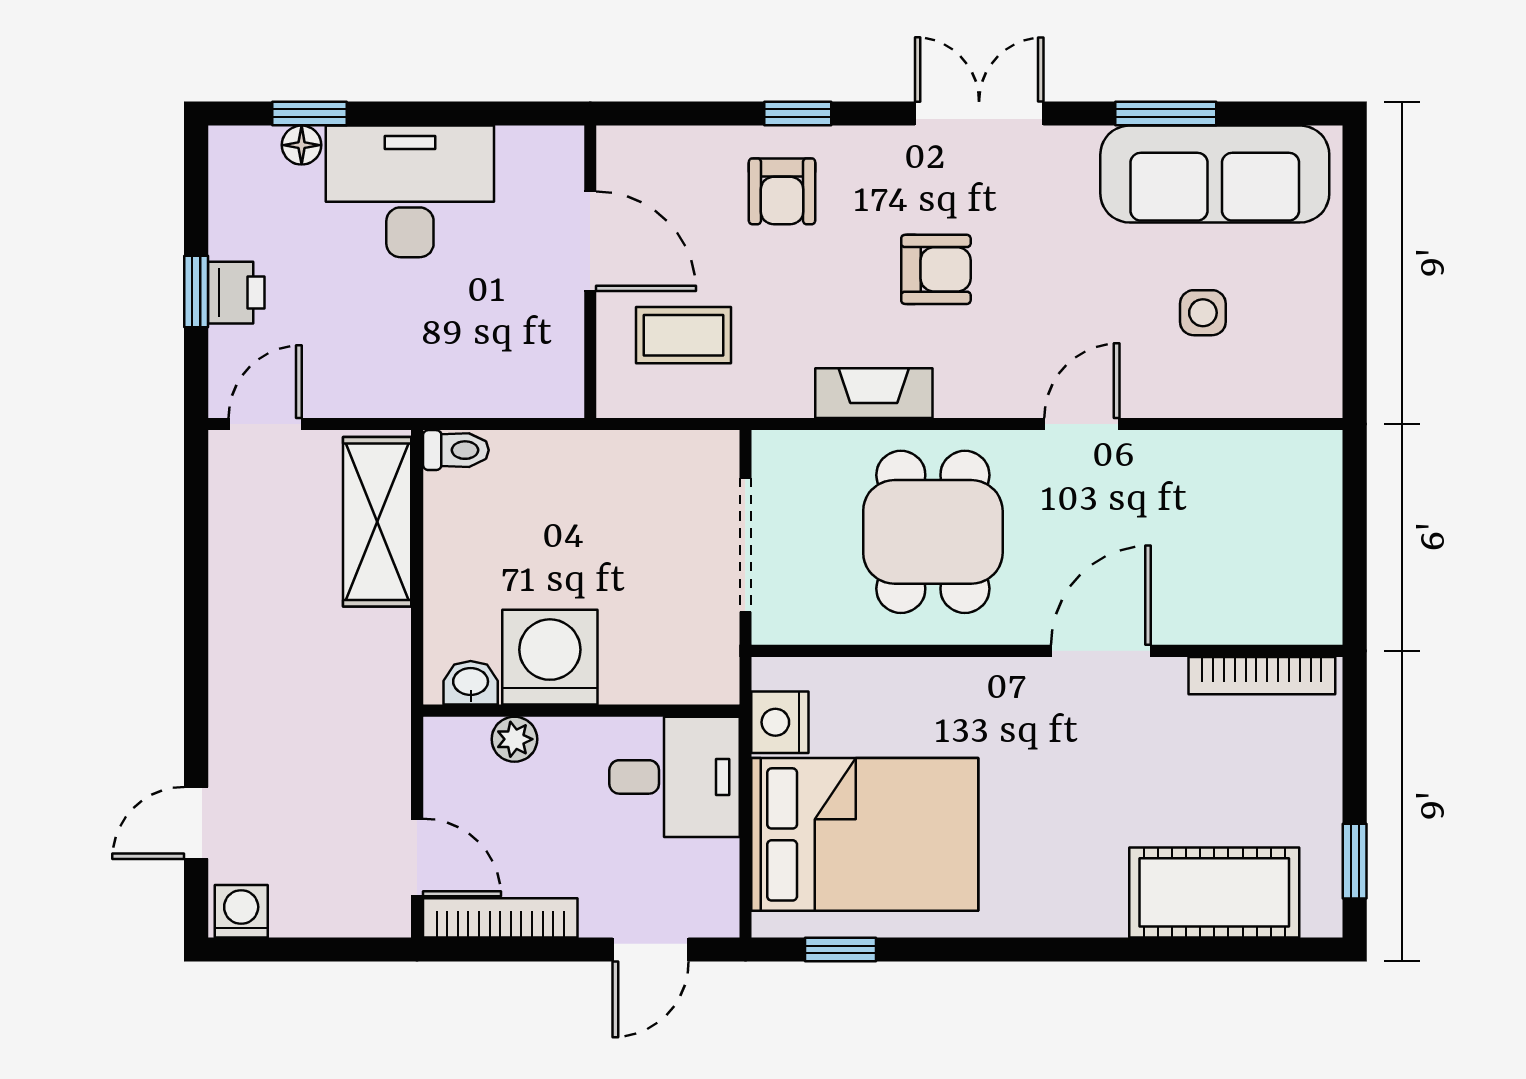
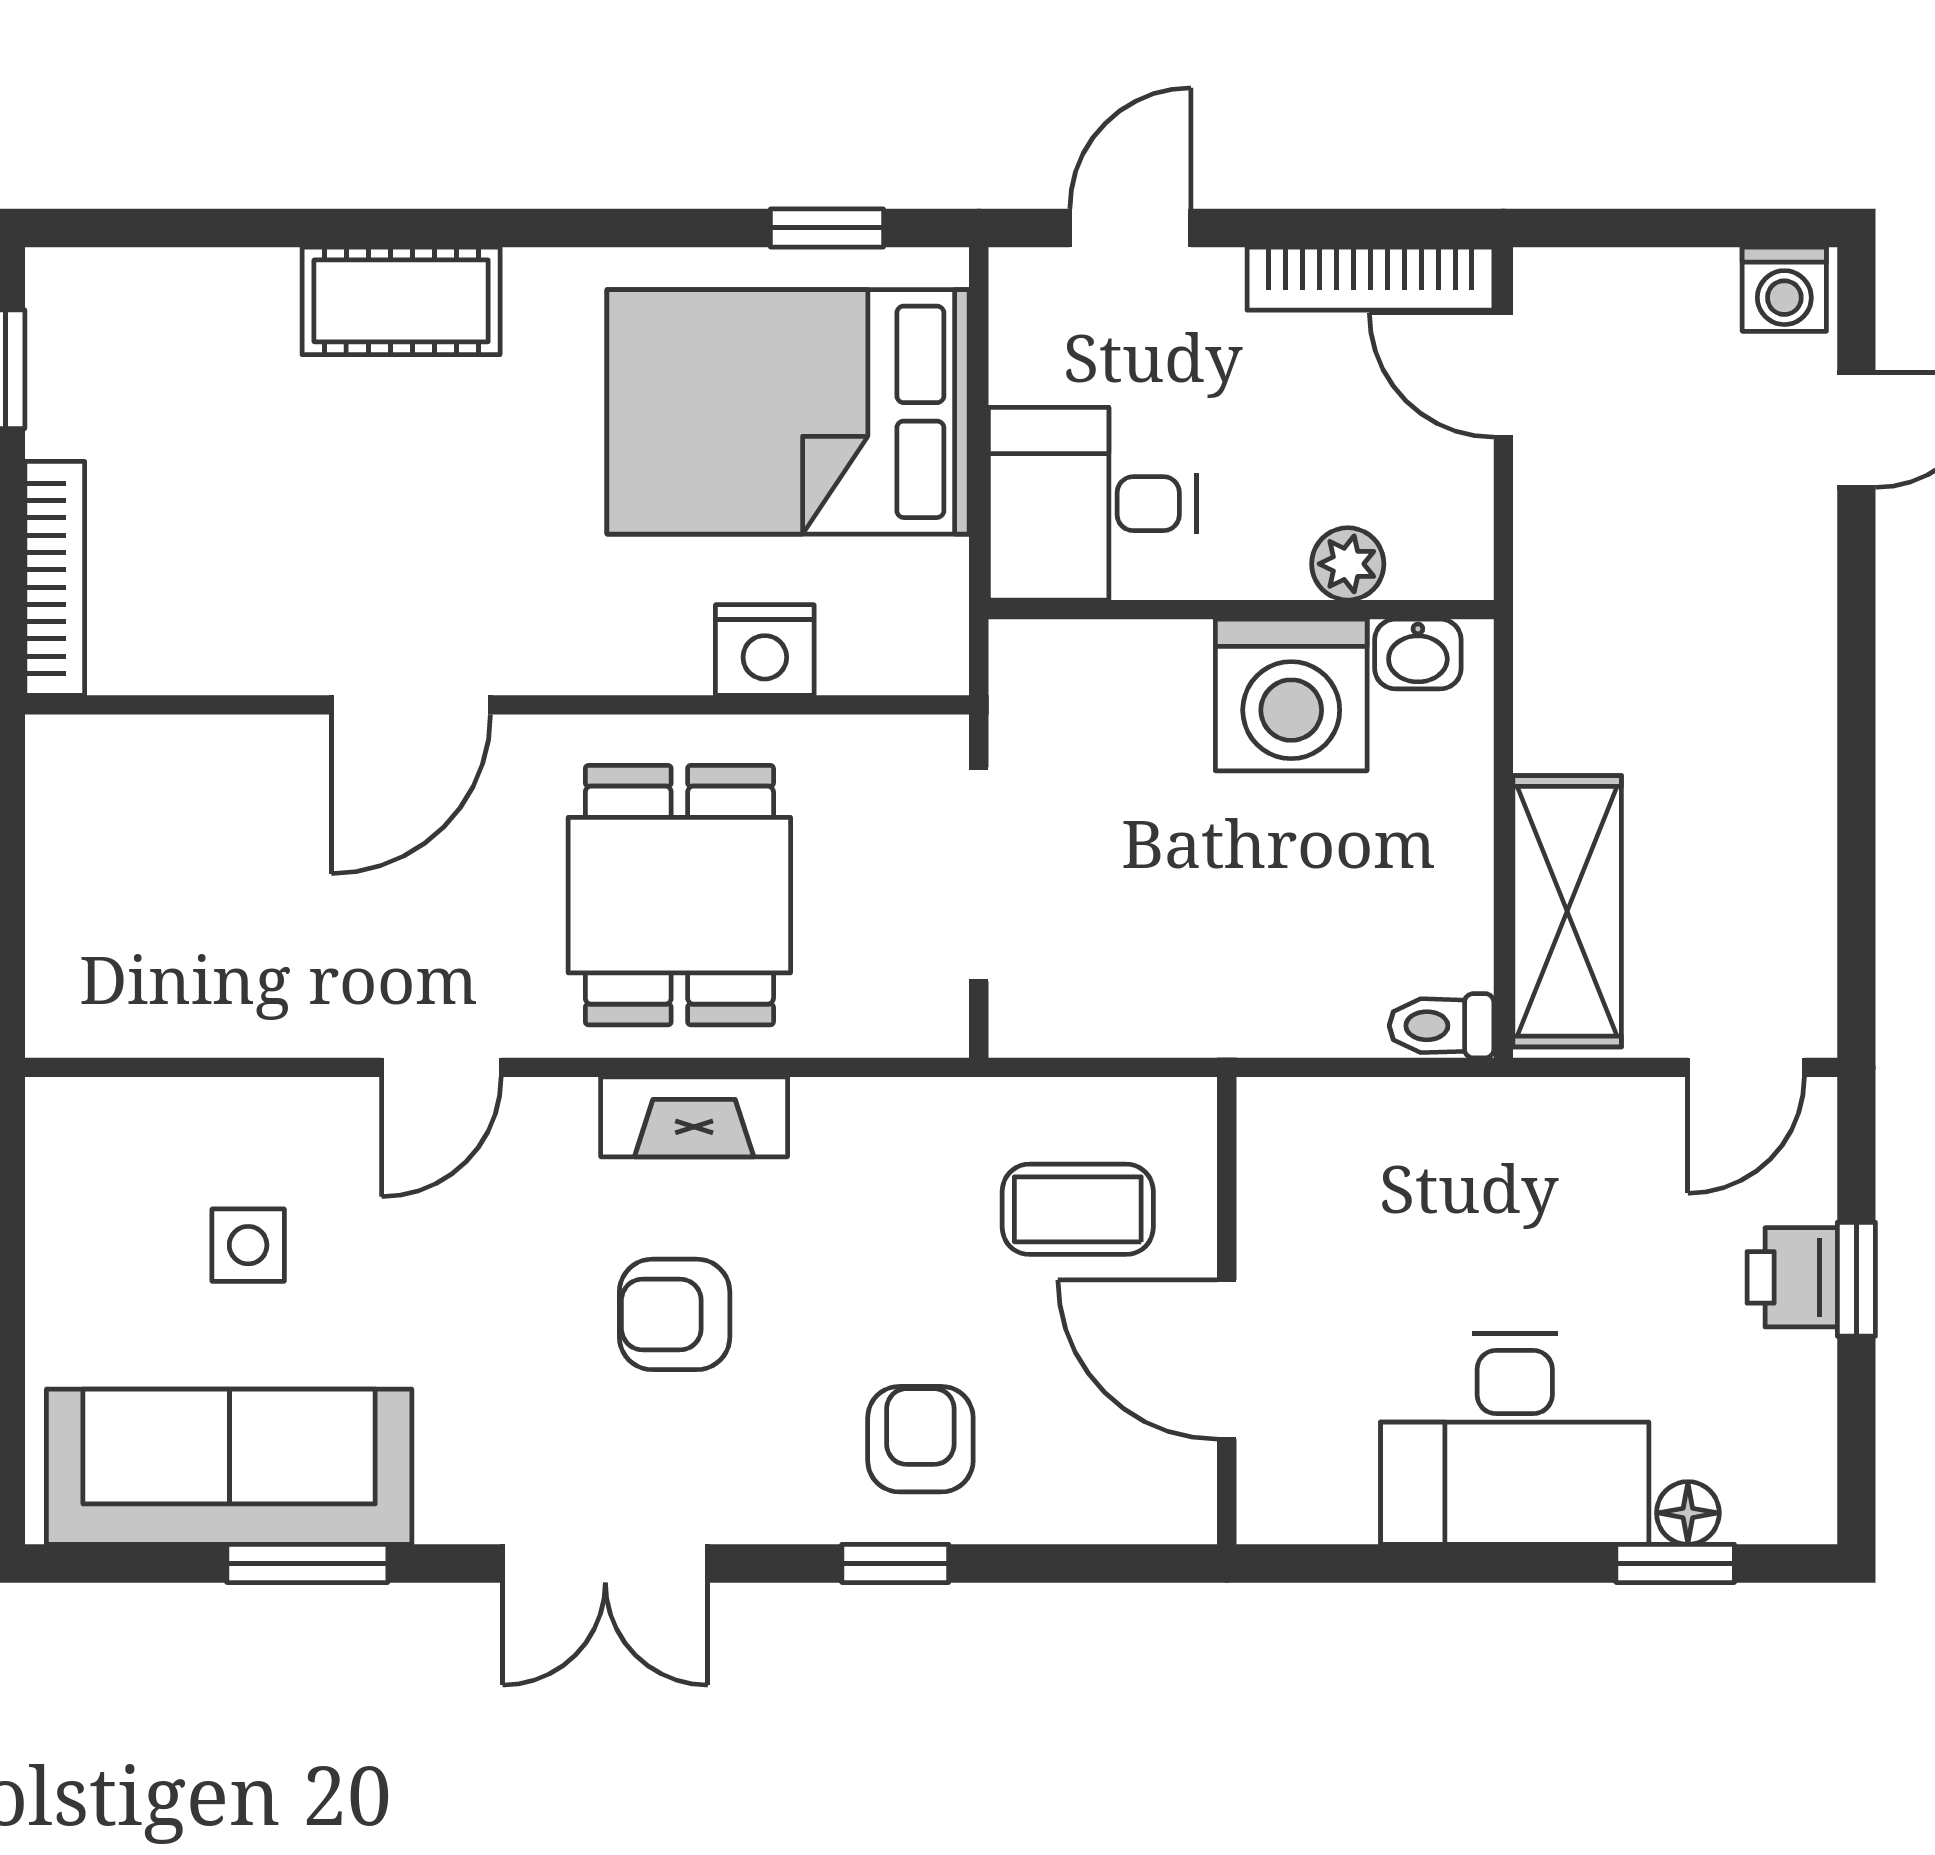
fireplace: (874, 393) -> (694, 1117), moved
bookcase: (1262, 676) -> (55, 578), moved, turned 90
nightstand: (780, 722) -> (765, 650), moved, turned 90
cot: (1214, 892) -> (401, 301), moved, width x0.73, depth x0.75

